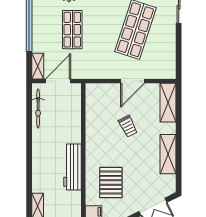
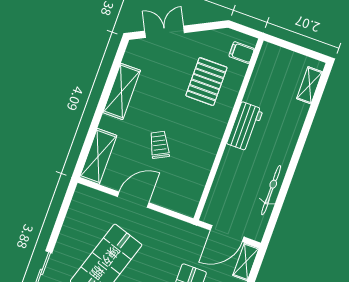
bicycle: (38, 108) -> (271, 190), moved
workbench: (73, 167) -> (245, 126), width x0.73

